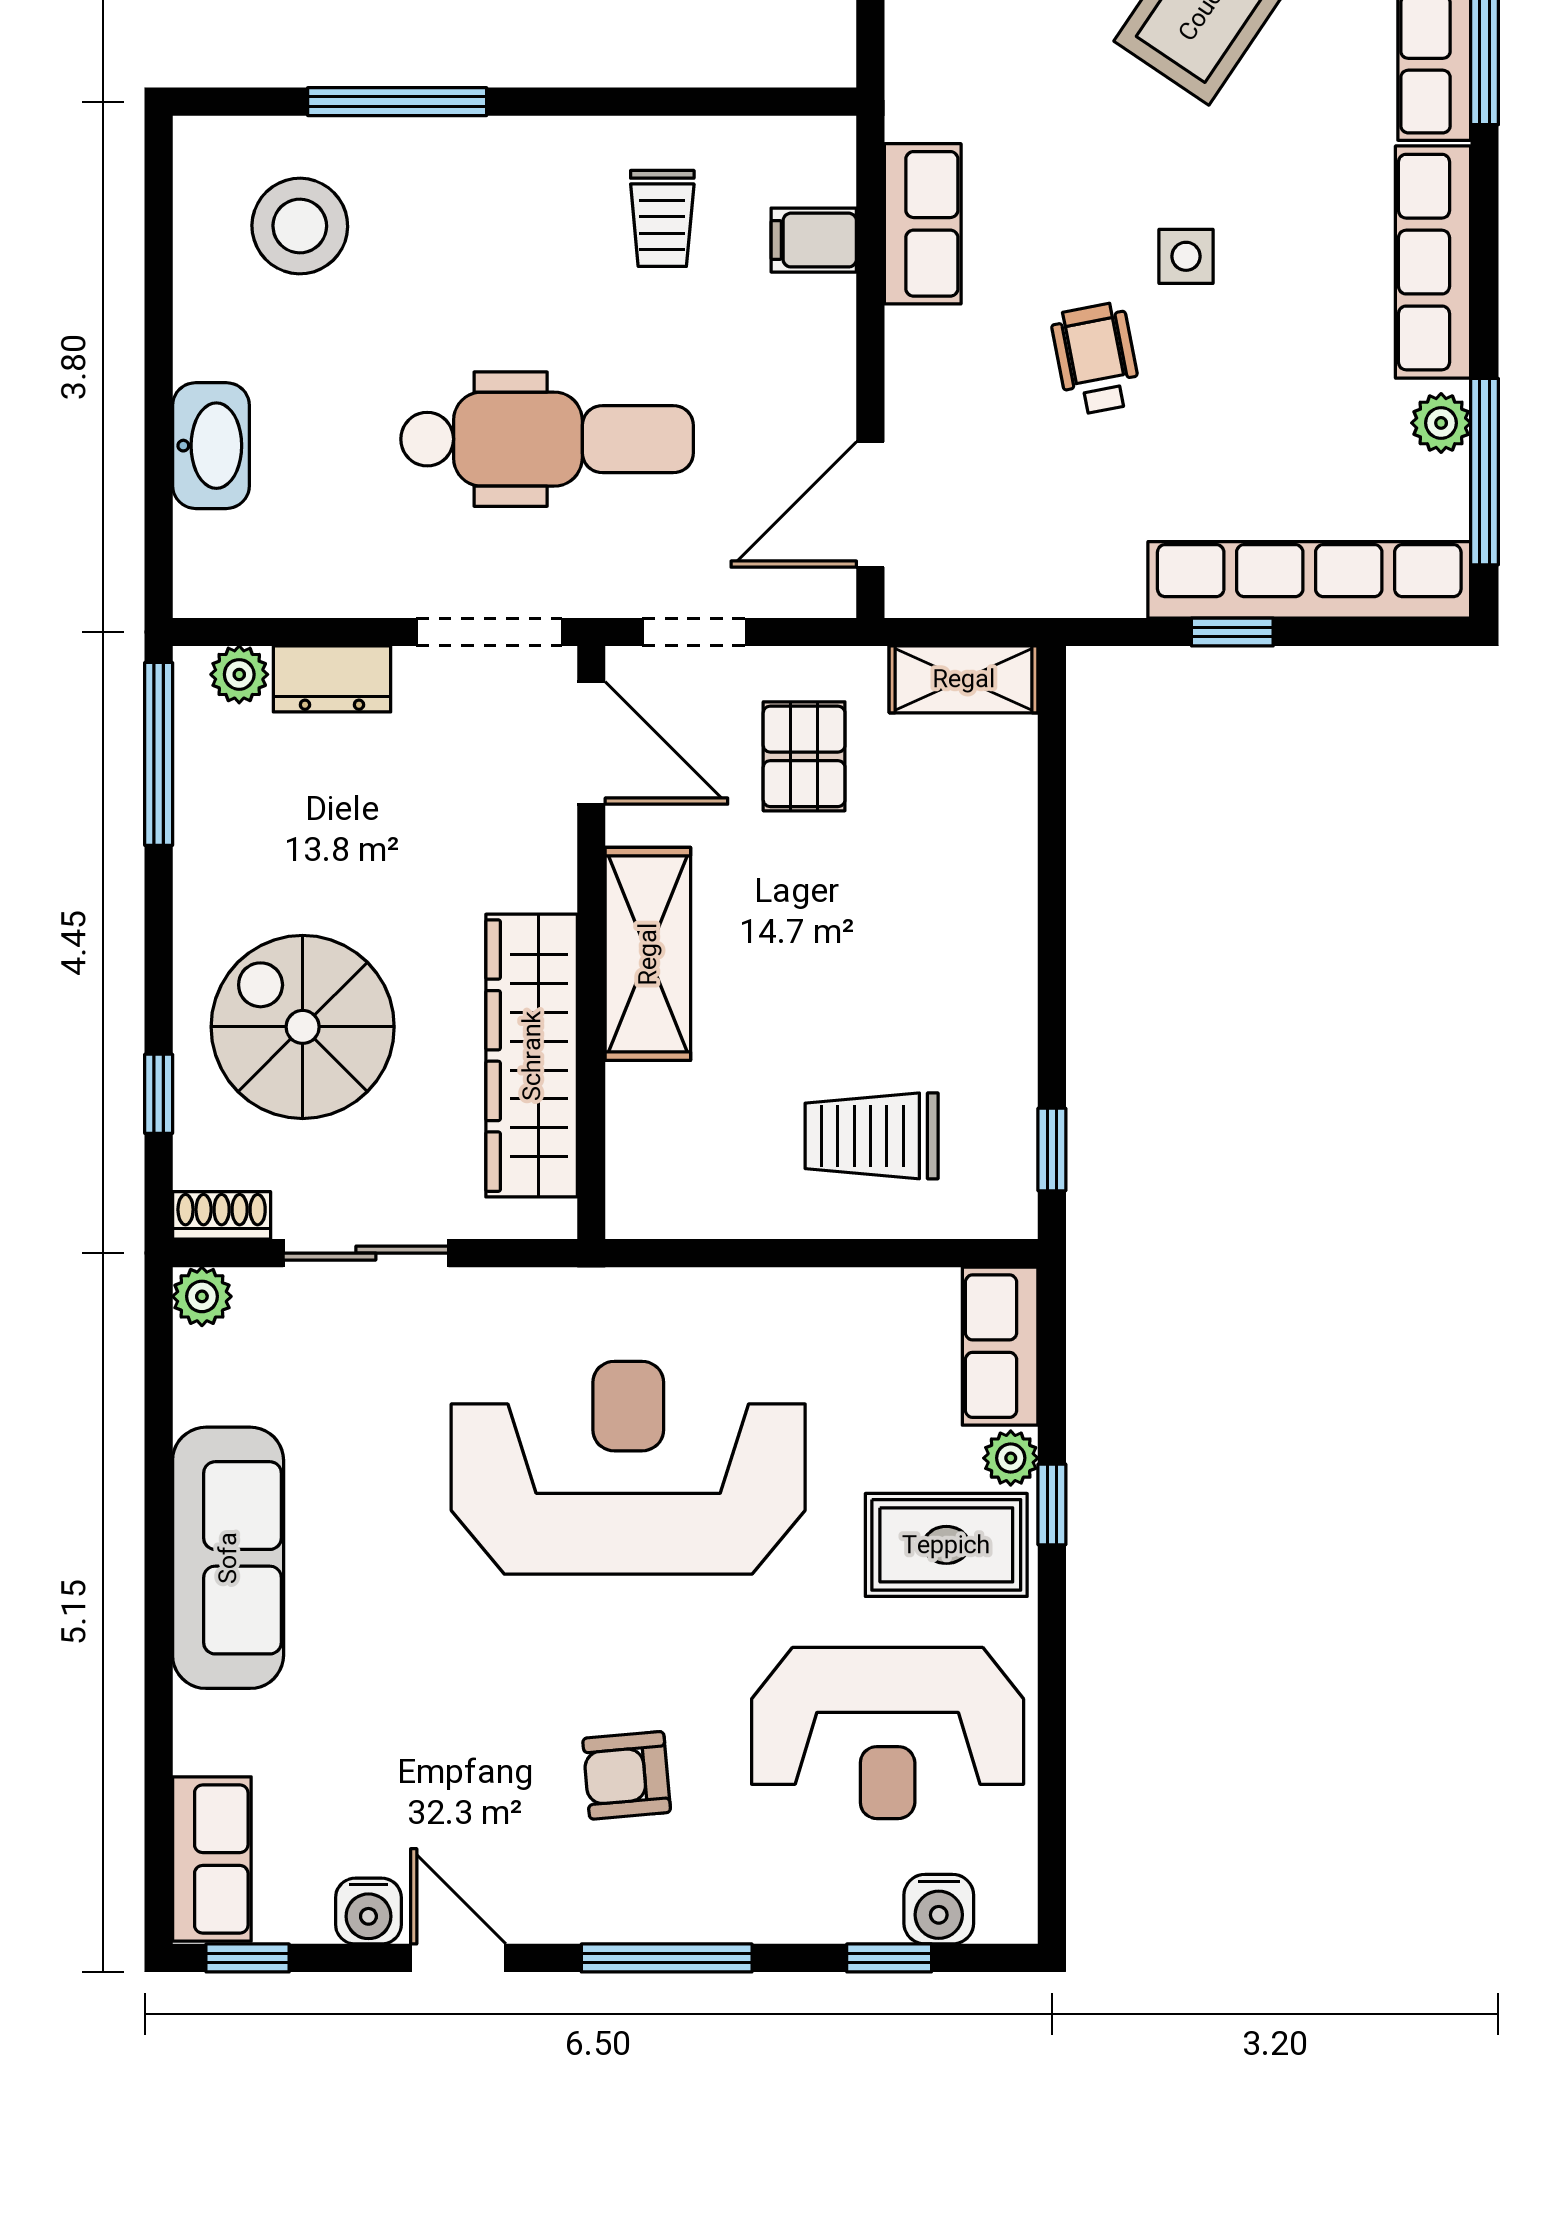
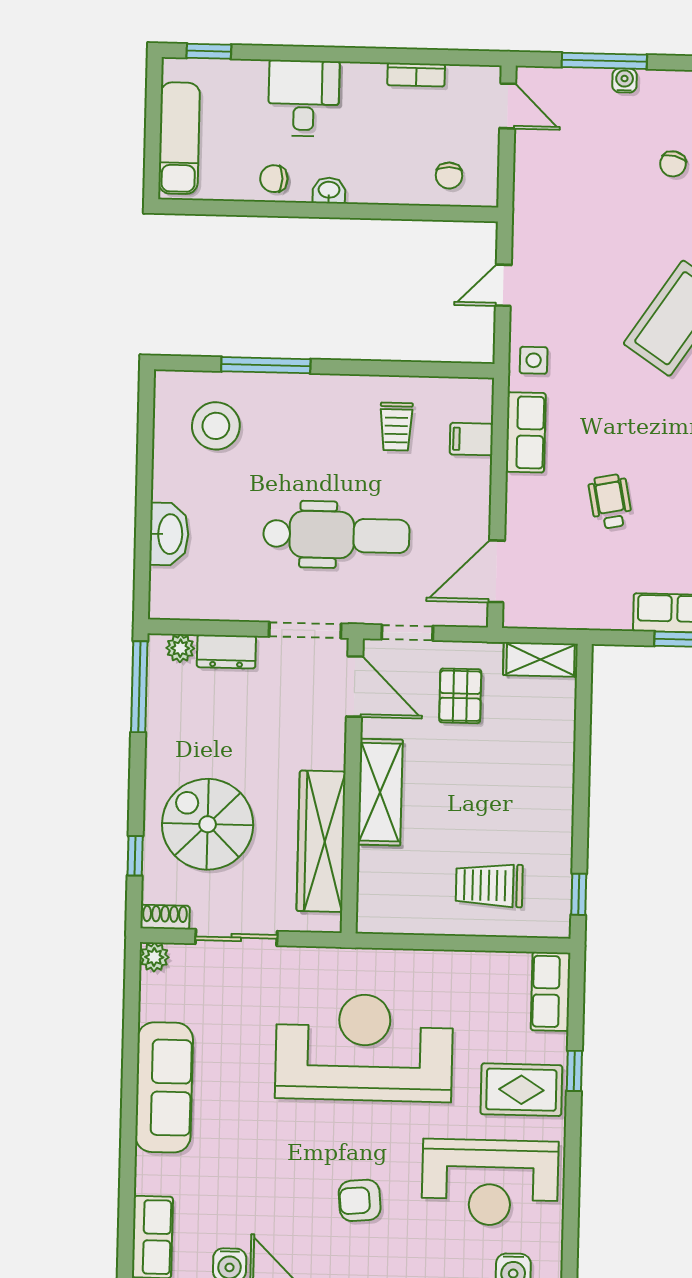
side table: (1186, 256) -> (534, 360), moved
plant: (1011, 1458) -> (554, 1047), removed

